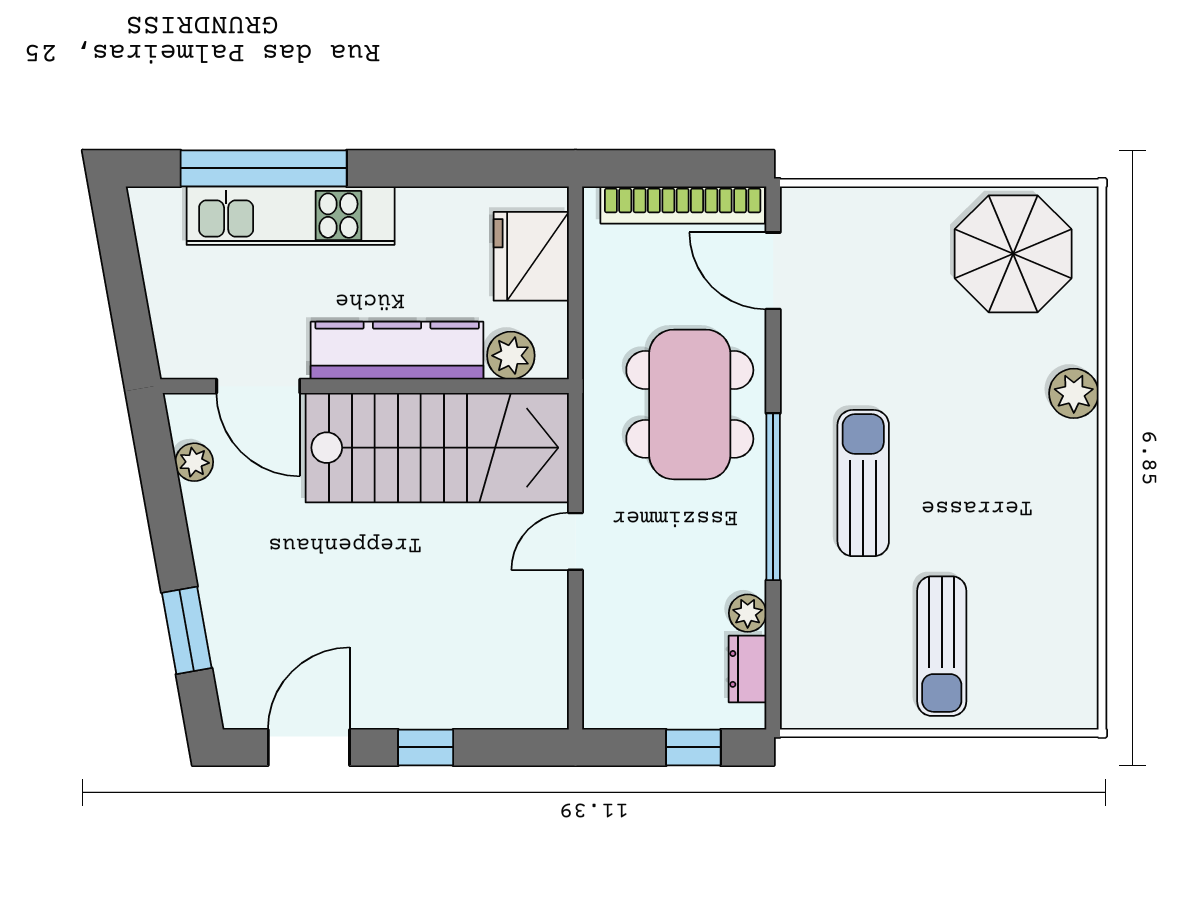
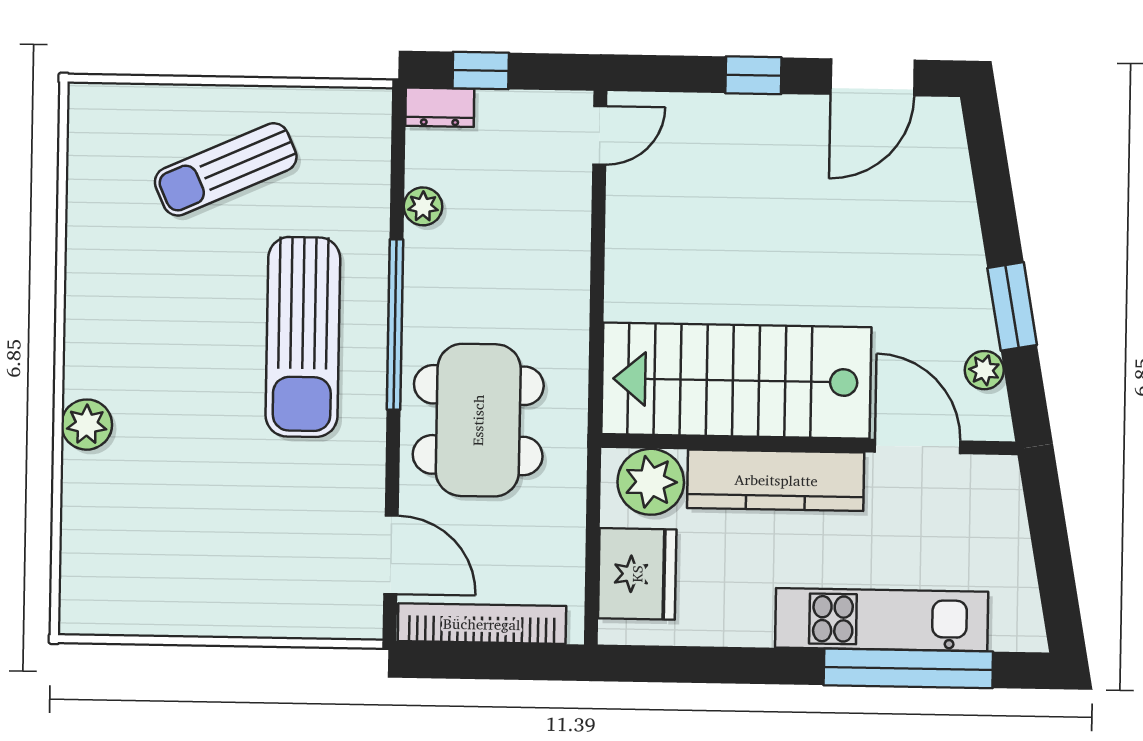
parasol: (1013, 254) -> (146, 568), removed
plant: (511, 356) -> (651, 482), width x1.36, depth x1.36
sun lounger: (863, 483) -> (303, 337), width x1.36, depth x1.34
door: (576, 541) -> (600, 135), moved
window: (187, 630) -> (1012, 306), moved
sun lounger: (942, 646) -> (226, 169), turned -114
dresser: (747, 669) -> (440, 107), moved, turned 90

